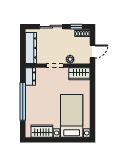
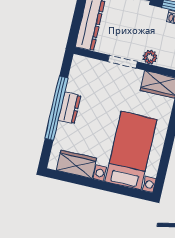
dresser: (30, 76) -> (69, 108), moved

